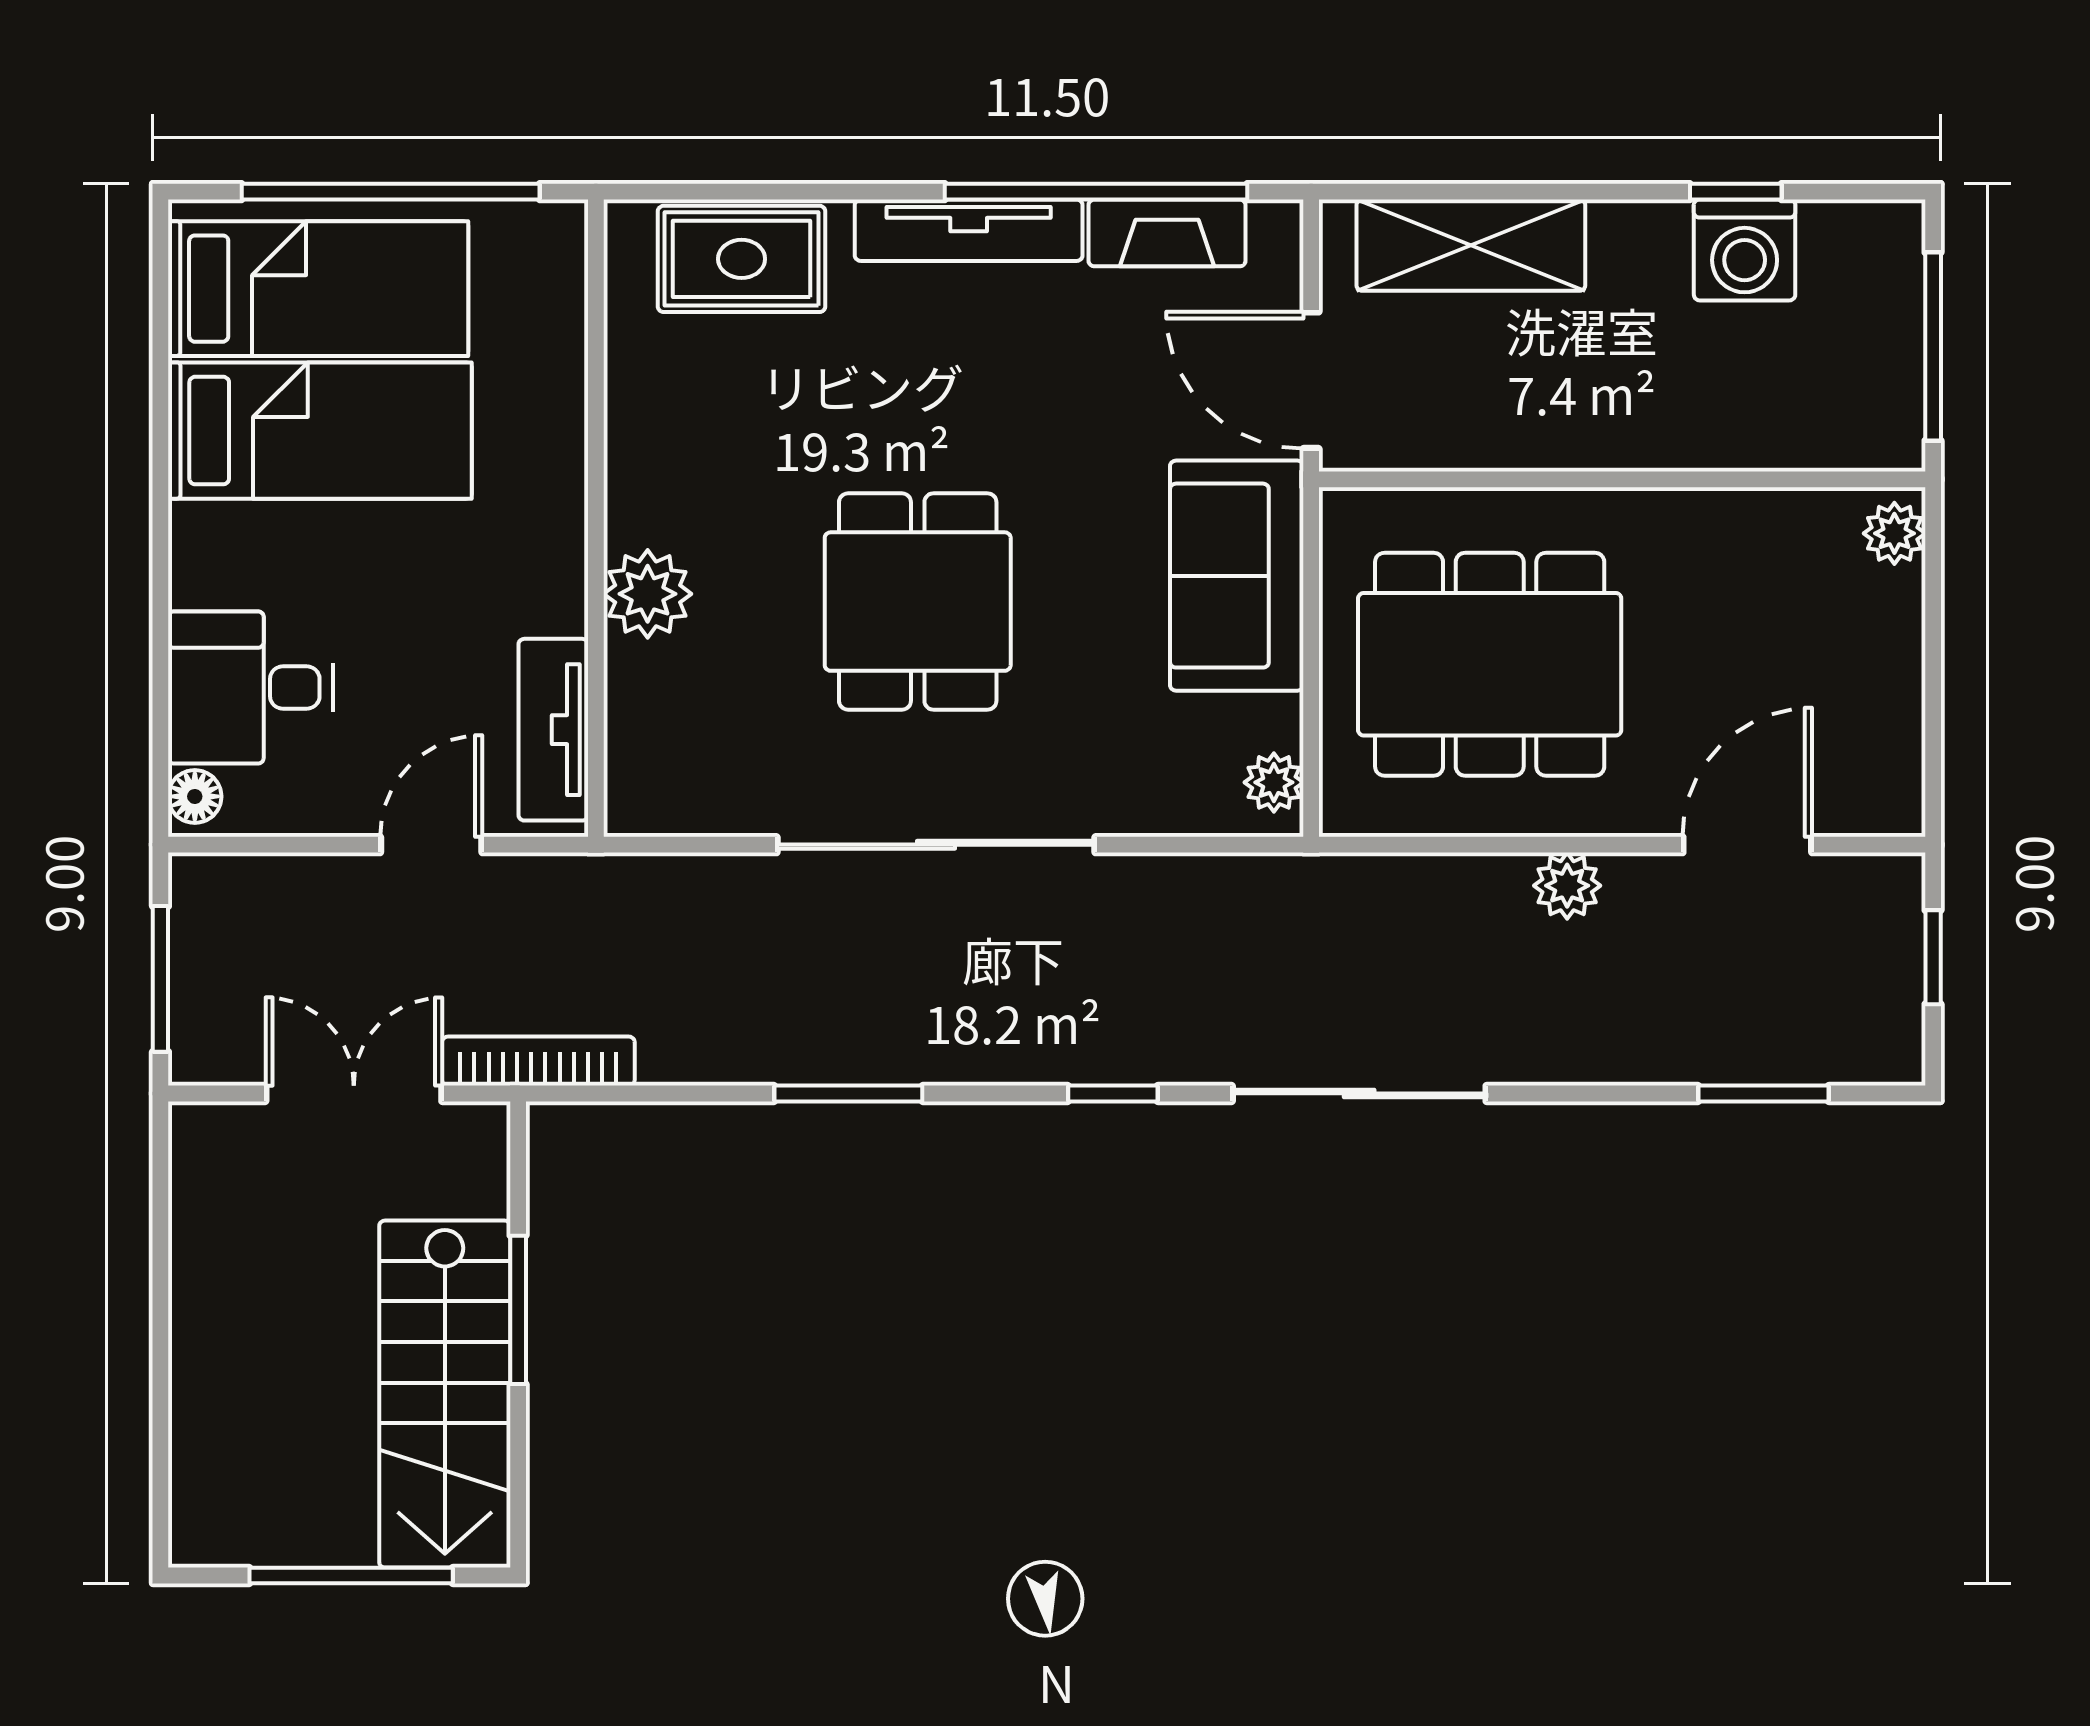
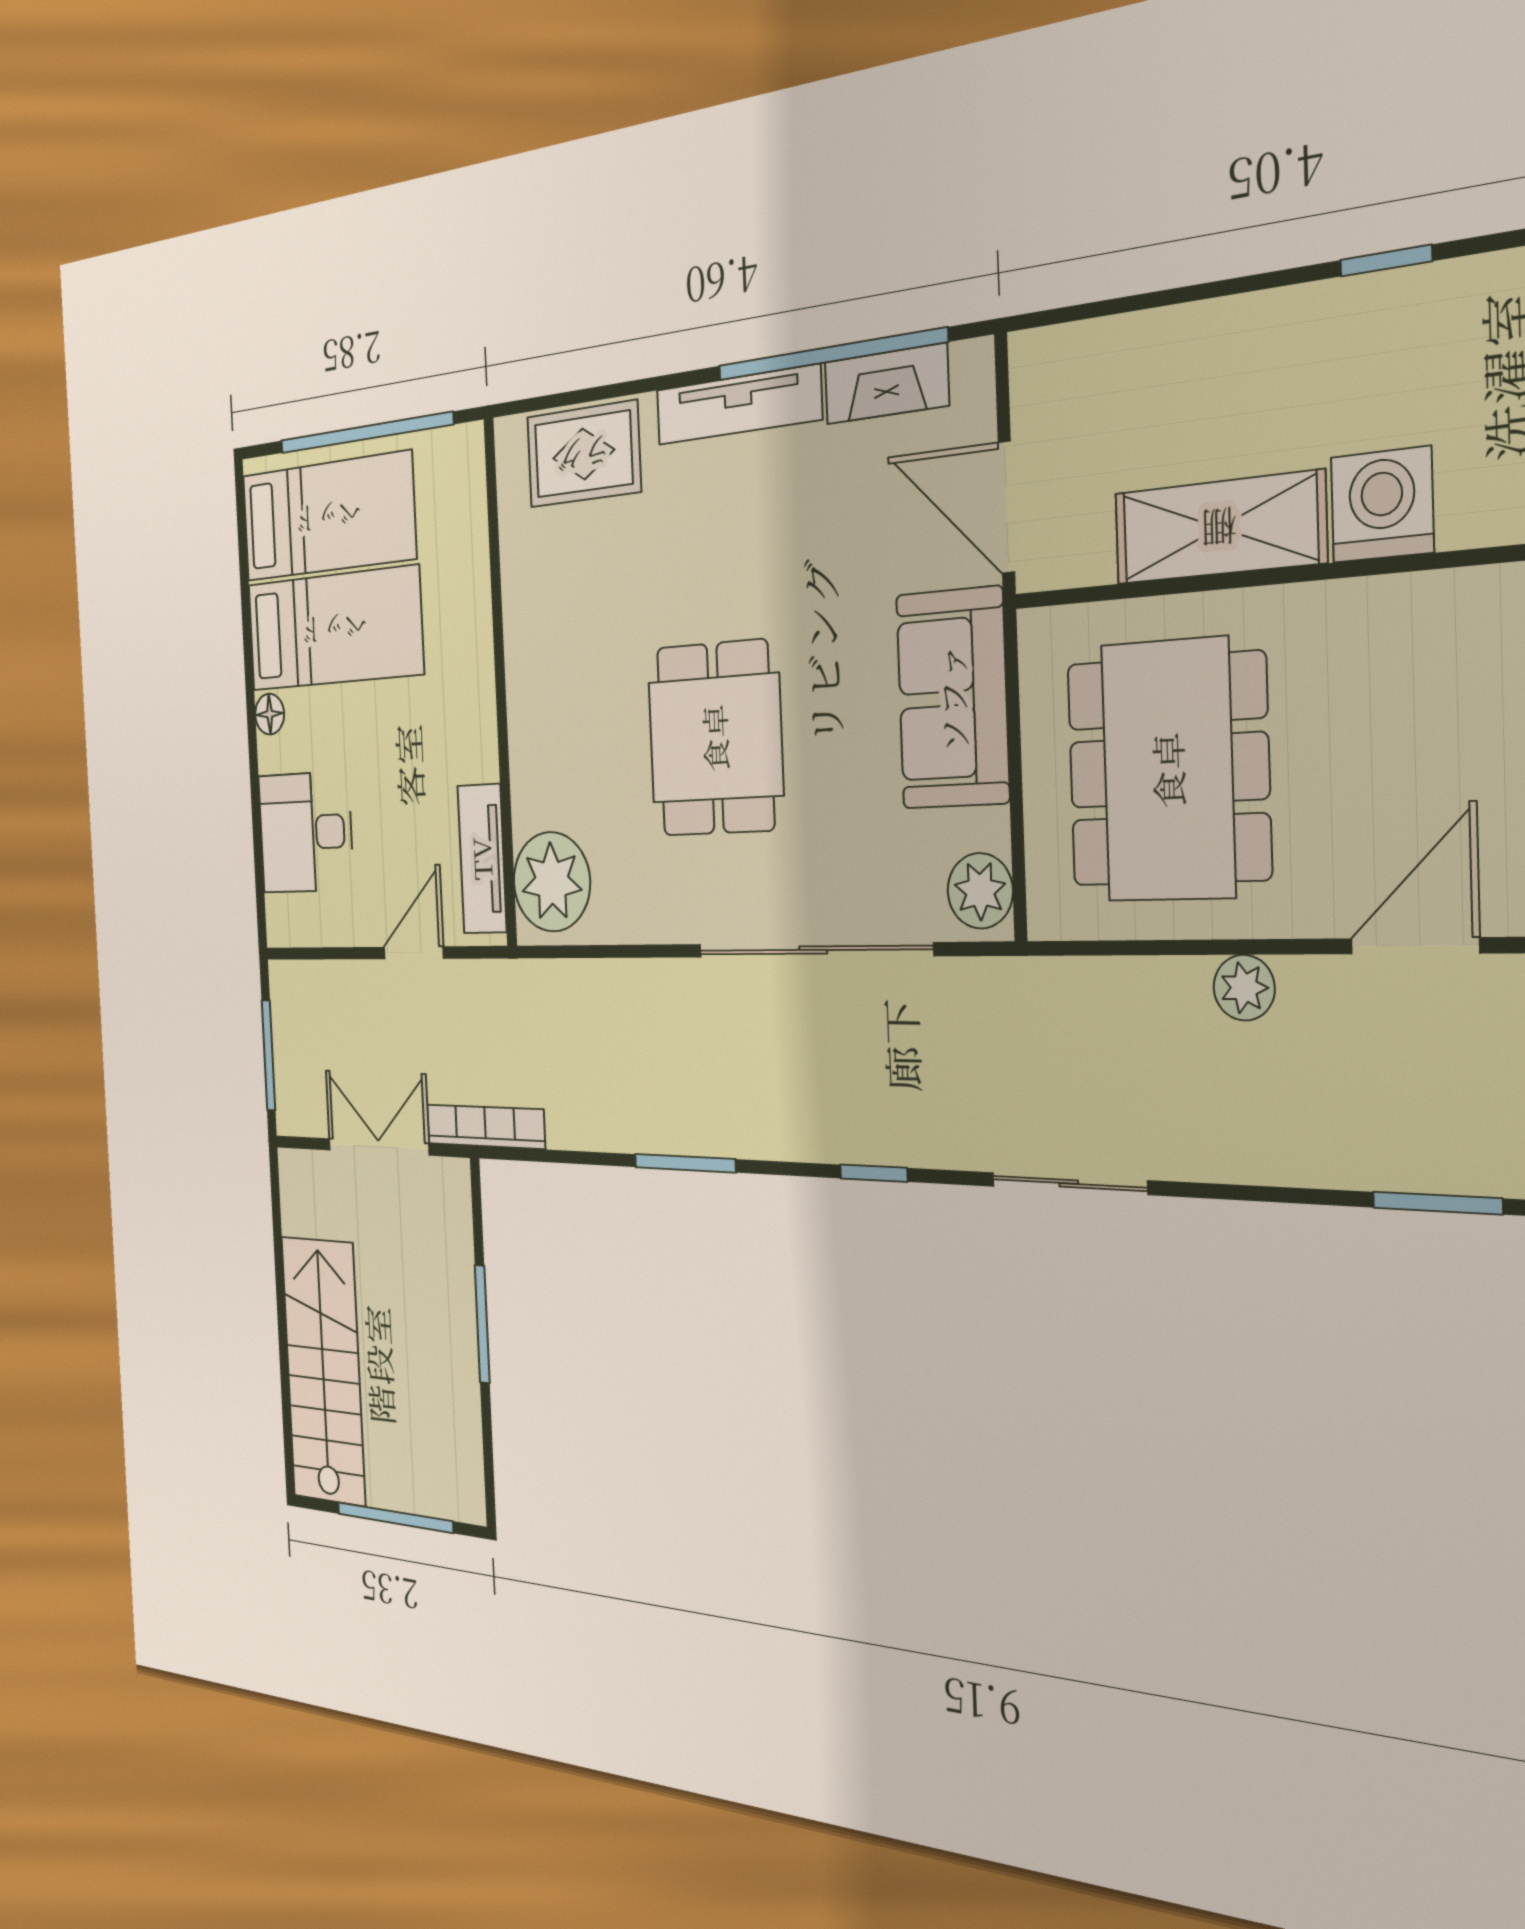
shelving: (1471, 245) -> (1219, 528), moved
washing machine: (1745, 250) -> (1382, 505), moved, turned 180
plant: (648, 594) -> (552, 882), moved, width x1.36, depth x1.36
dining table: (1490, 664) -> (1168, 770), turned 90
plant: (1274, 782) -> (980, 891), width x1.38, depth x1.38
floor lamp: (195, 796) -> (270, 714), moved
sliding door: (936, 845) -> (813, 950), moved
sliding door: (1359, 1093) -> (1069, 1184), width x0.73
stairs: (445, 1394) -> (323, 1371), moved, turned 180

